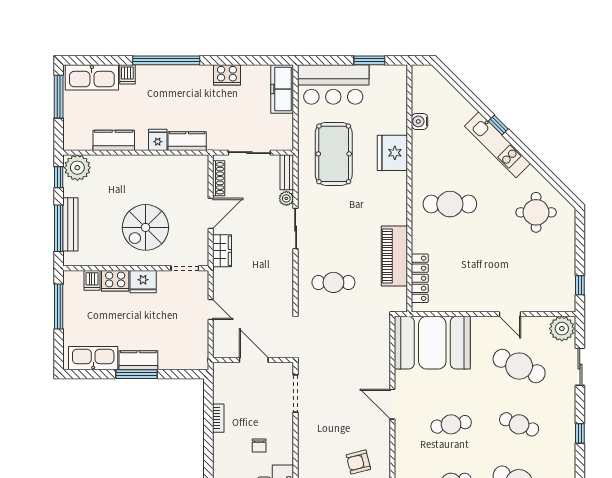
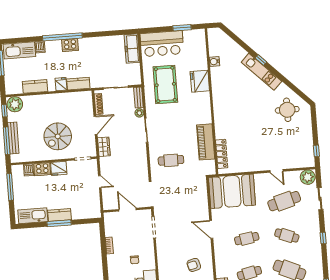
cooker: (227, 75) -> (70, 45), moved
cafe table: (450, 204) -> (236, 109), removed
cafe table: (519, 366) -> (284, 201), turned -39

